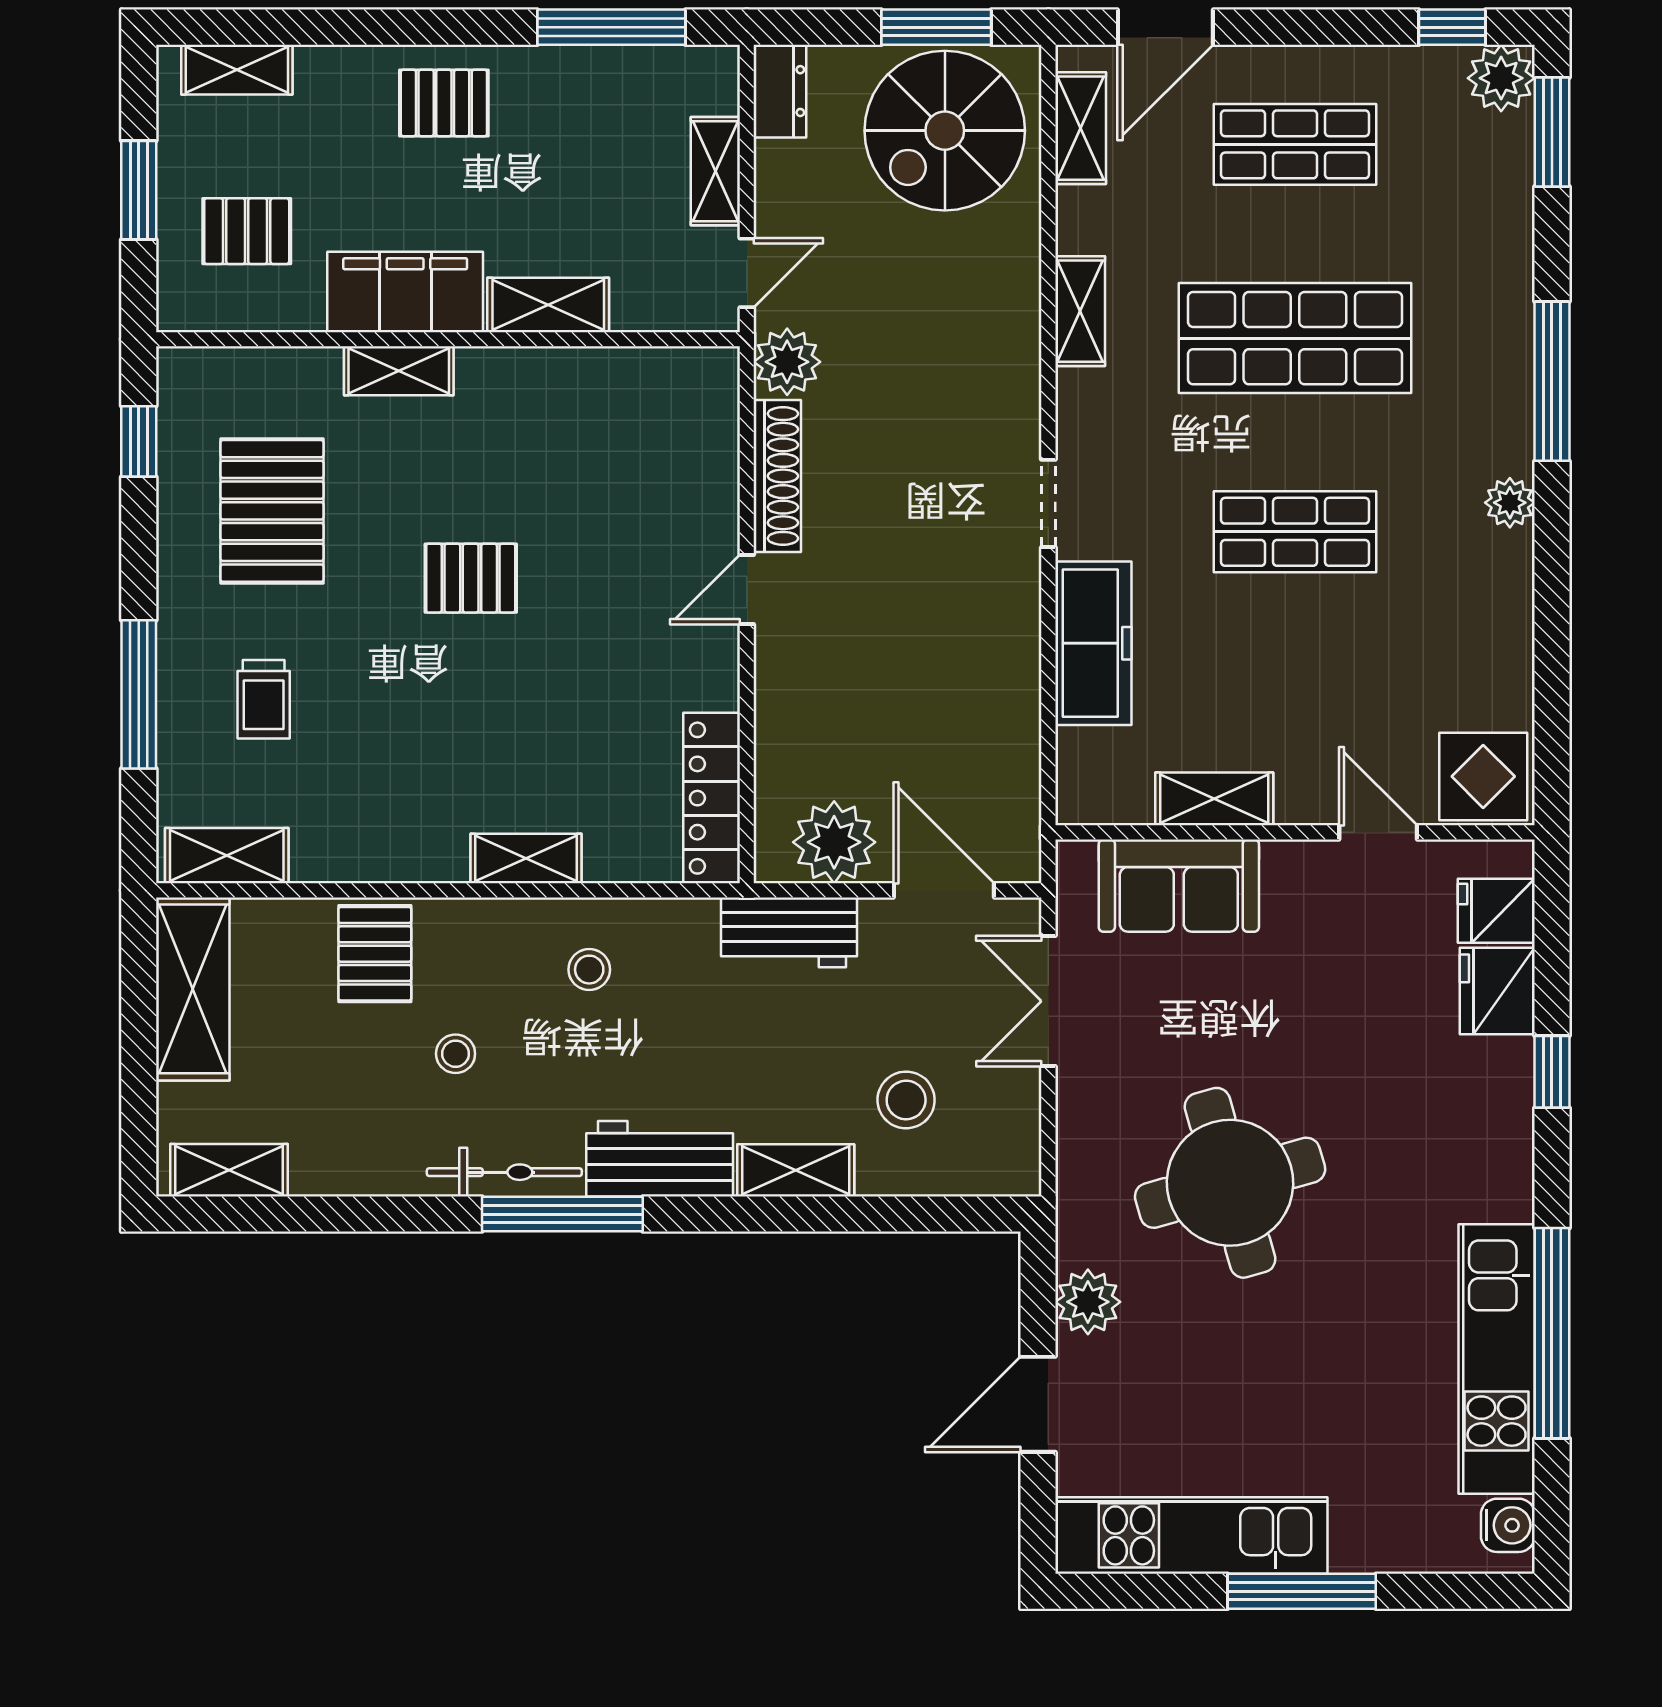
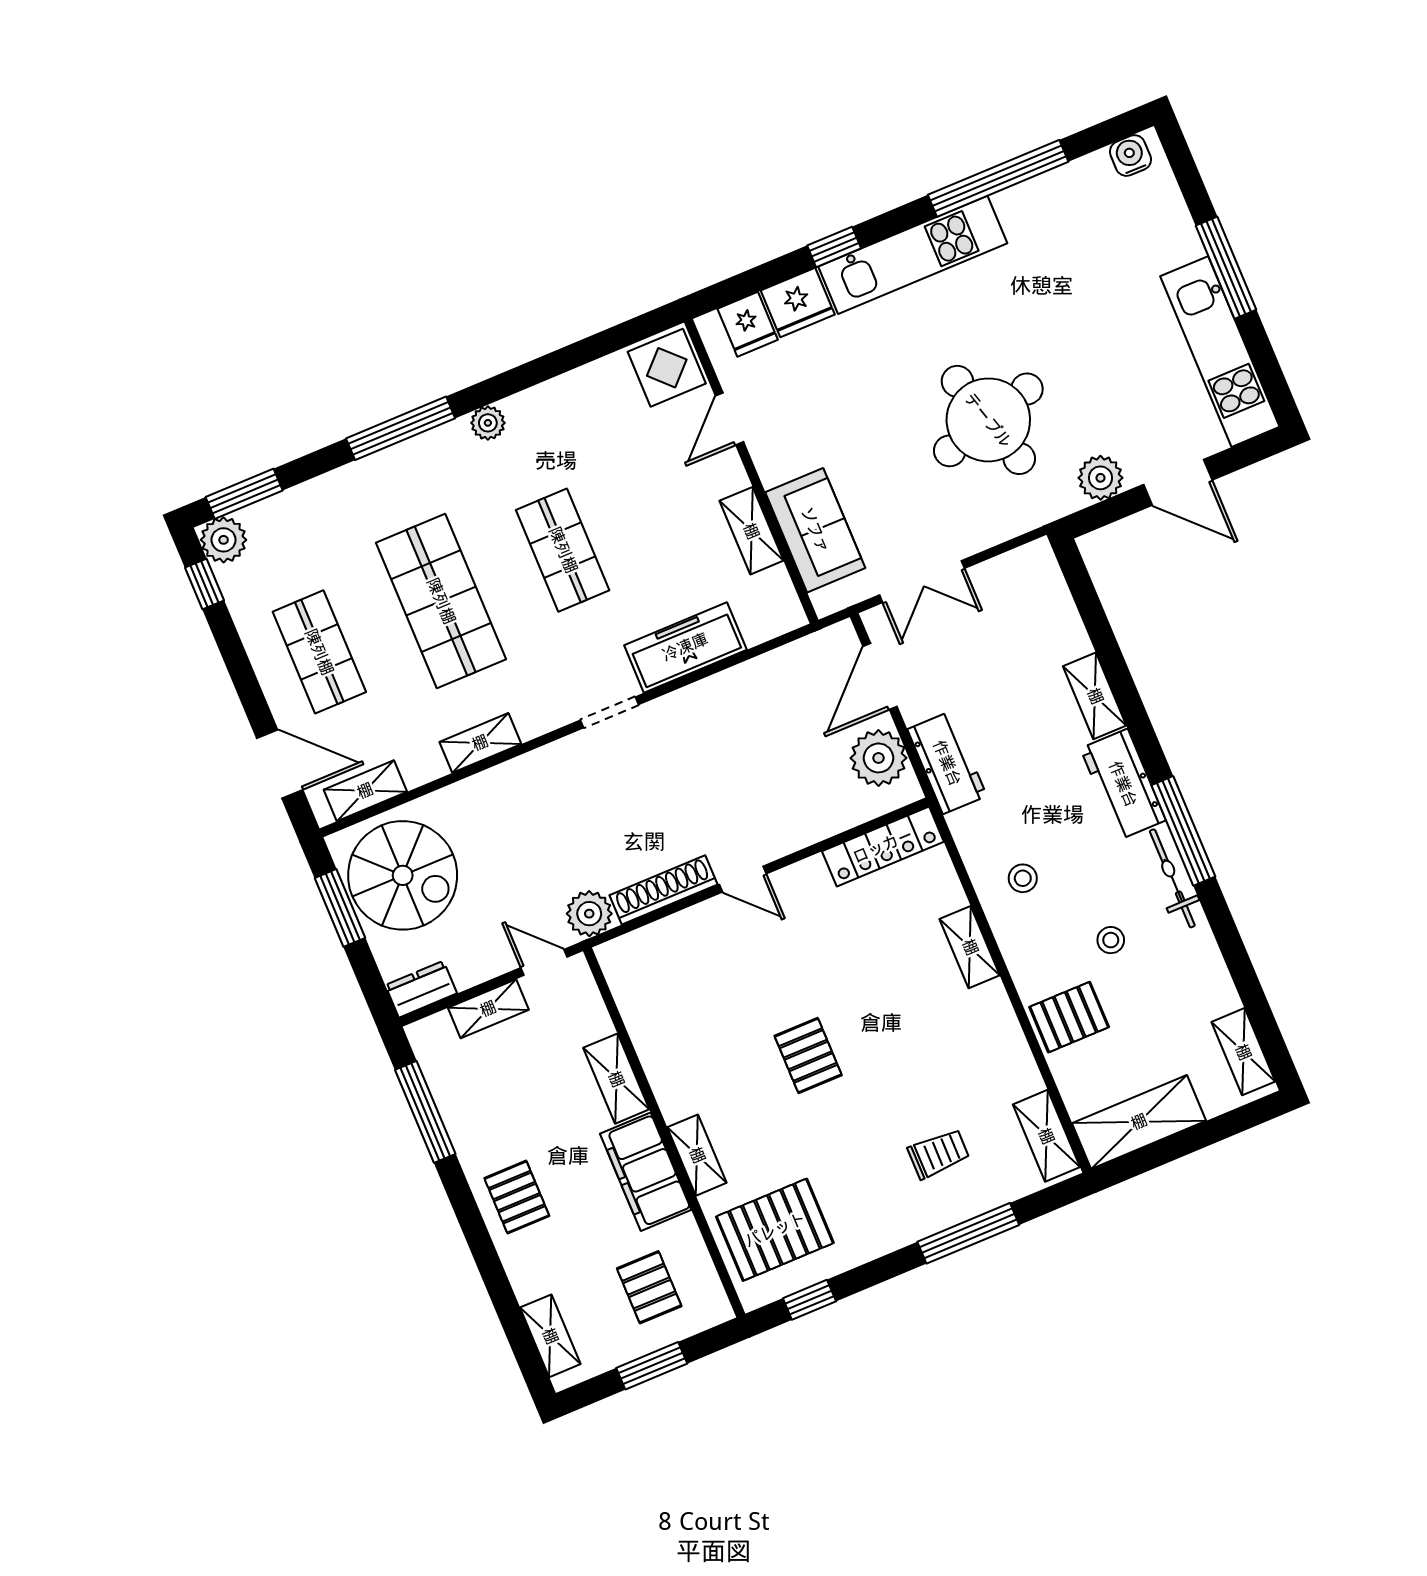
pallet: (272, 511) -> (775, 1230), moved
stool: (906, 1100) -> (1021, 645), removed
kitchen unit: (1497, 1359) -> (913, 255), moved

